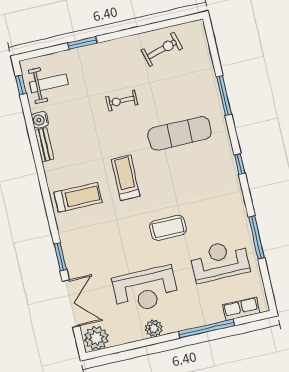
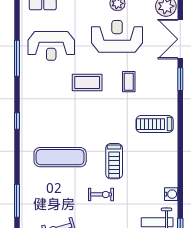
window: (224, 96) -> (17, 201), moved
bench: (44, 145) -> (172, 173), removed
treadmill: (126, 178) -> (114, 161), moved
coffee table: (120, 240) -> (129, 82), added

